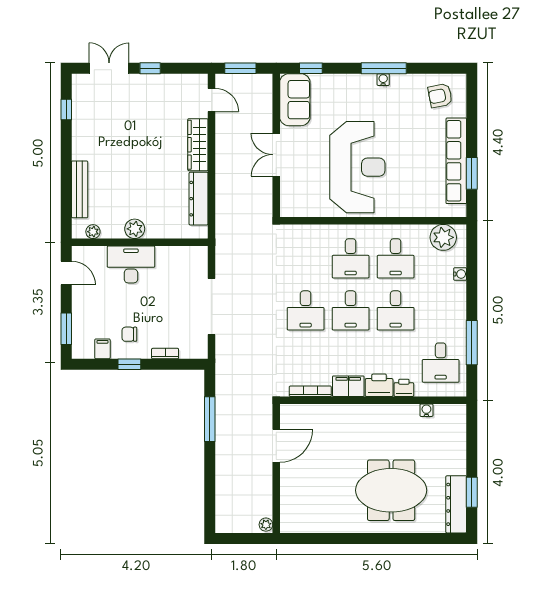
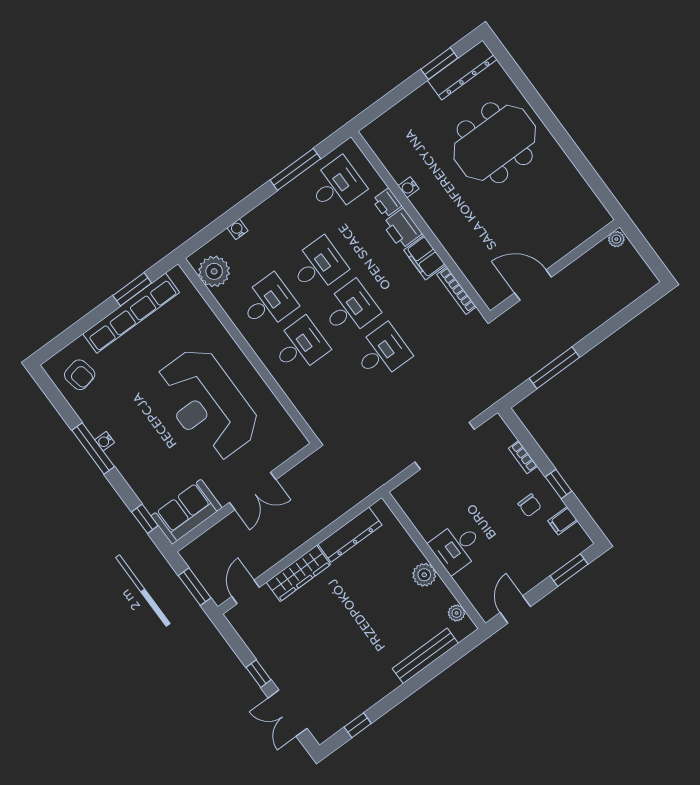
reception desk: (357, 167) -> (207, 404), turned -90
desk: (131, 264) -> (457, 547), width x0.73
water cooler: (426, 410) -> (409, 187), moved
meeting table: (391, 490) -> (495, 143), turned 90

